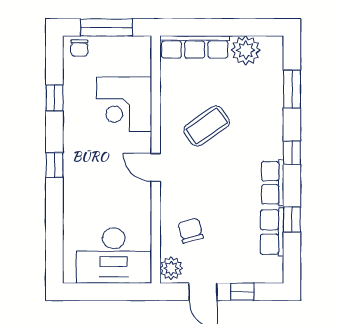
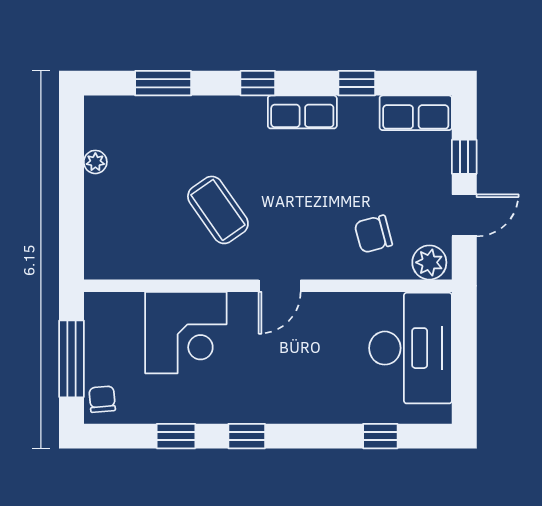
row of seats: (195, 47) -> (101, 228), removed
chair: (79, 48) -> (102, 399), turned -95
plant: (246, 50) -> (95, 162), width x0.53, depth x0.53
window: (54, 165) -> (247, 436), moved
row of seats: (272, 232) -> (416, 113), moved
window: (54, 235) -> (380, 436), added

